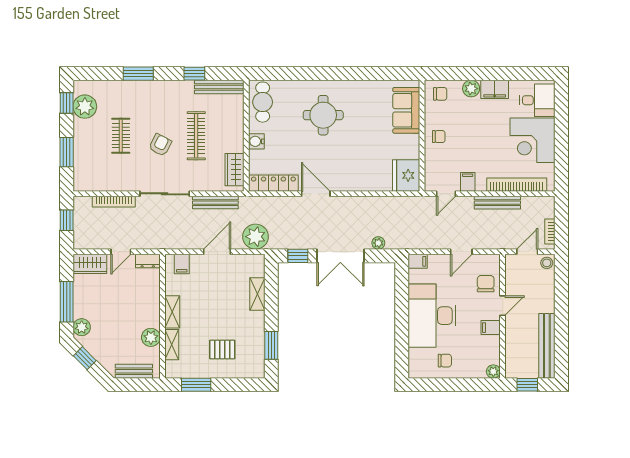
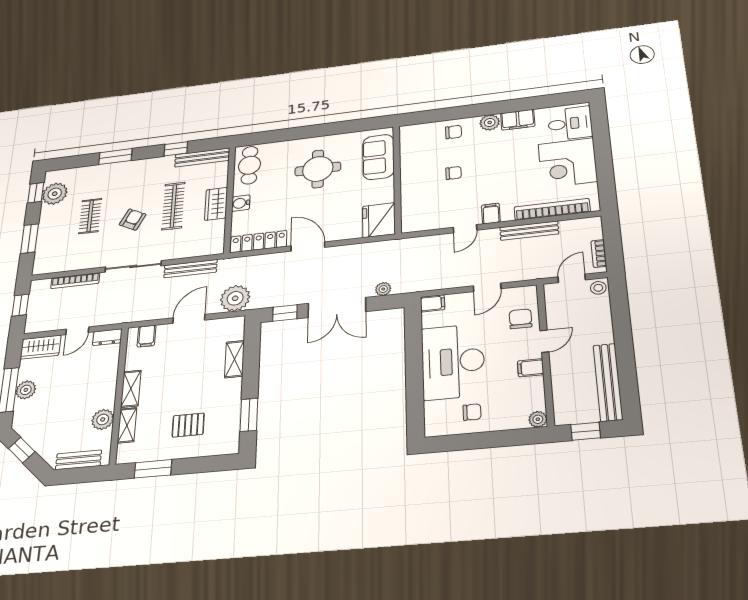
sofa: (406, 110) -> (378, 157), moved
wall: (422, 136) -> (397, 179), moved
wardrobe: (234, 170) -> (216, 204), moved
fridge: (406, 175) -> (379, 220), moved
plant: (82, 327) -> (26, 390), moved

